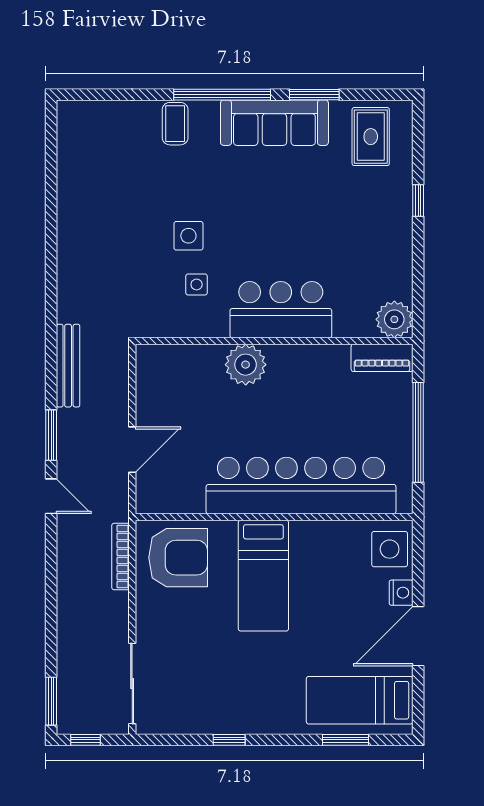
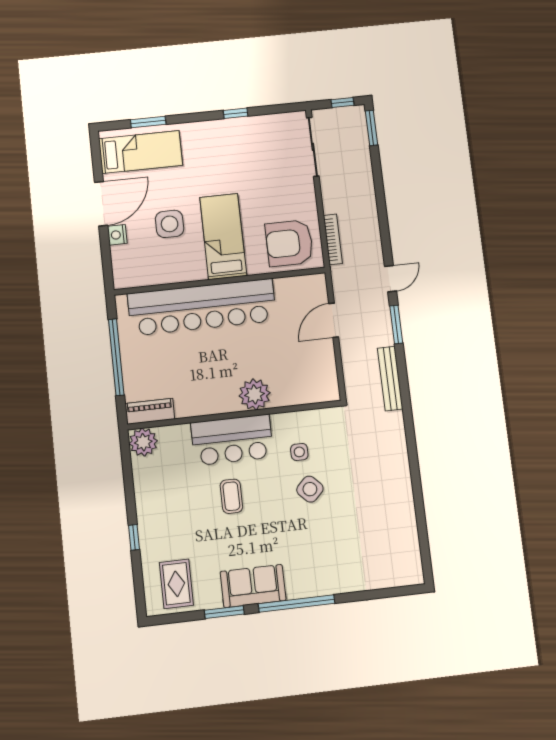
sofa: (274, 123) -> (253, 586), width x0.73
coffee table: (175, 124) -> (231, 496), moved
side table: (188, 236) -> (310, 489), turned 45
door: (51, 496) -> (391, 279), swing flipped
side table: (390, 549) -> (170, 224), moved

